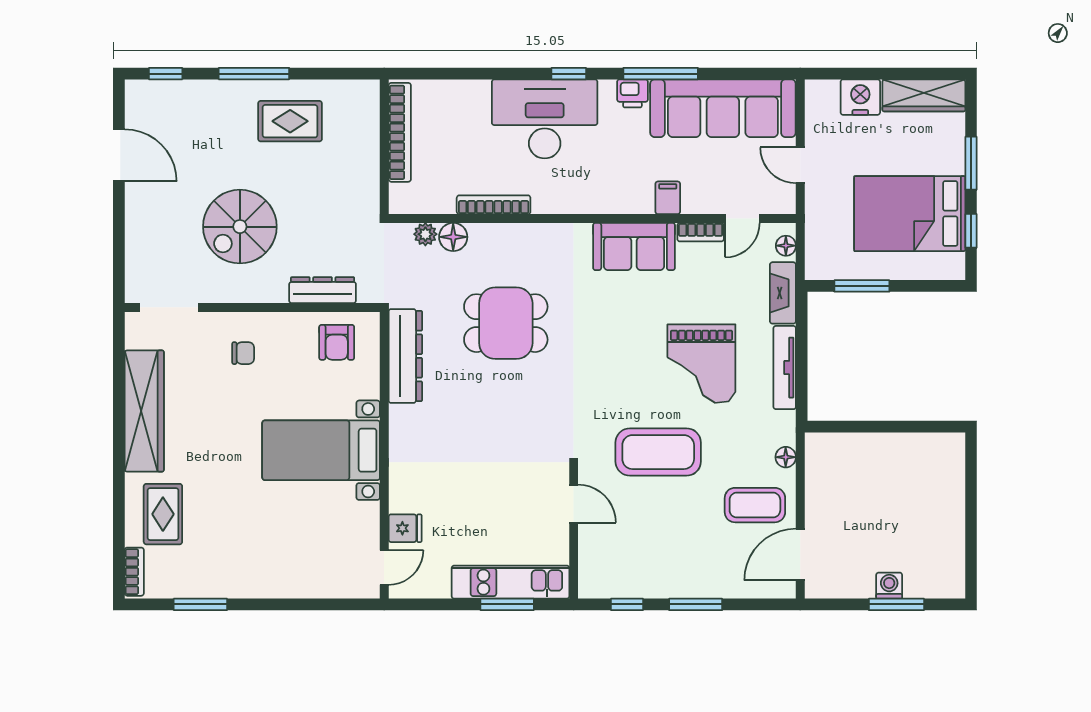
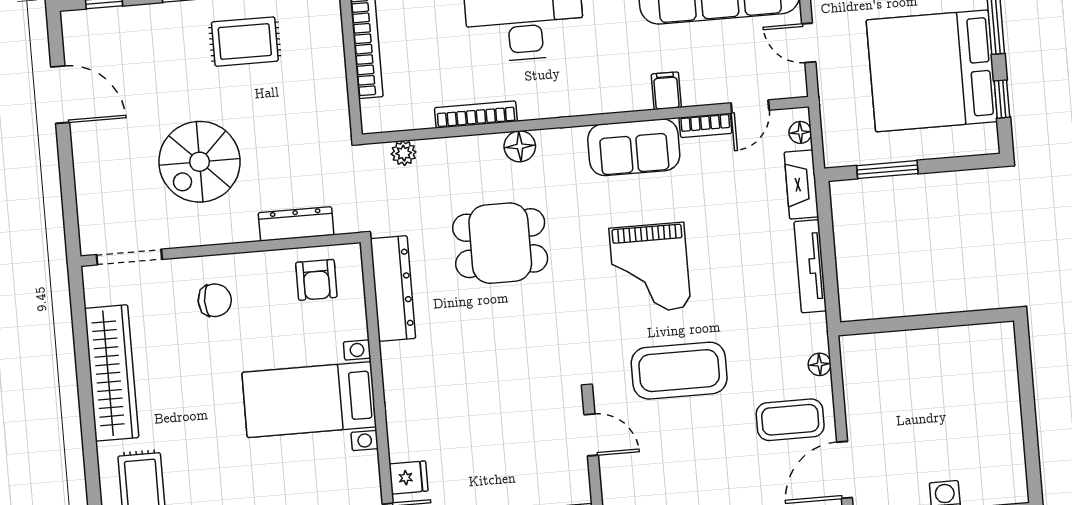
bed: (910, 214) -> (932, 71), width x1.36
floor lamp: (453, 237) -> (520, 146), moved
chair: (243, 353) -> (215, 300), width x1.37, depth x1.37
grand piano: (701, 364) -> (650, 268), moved

